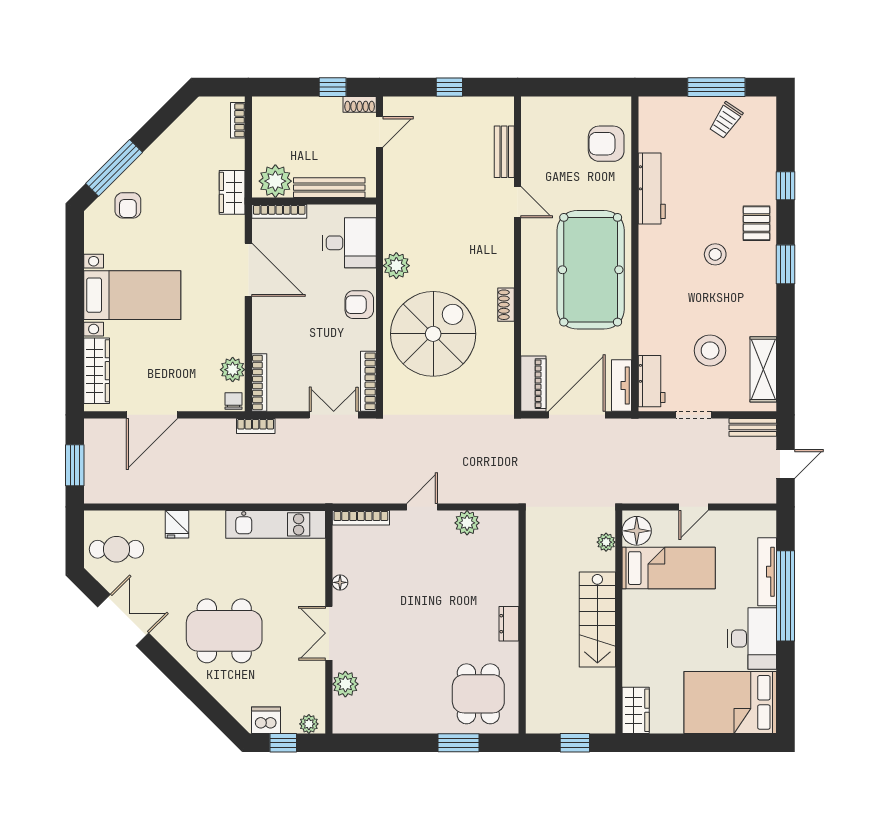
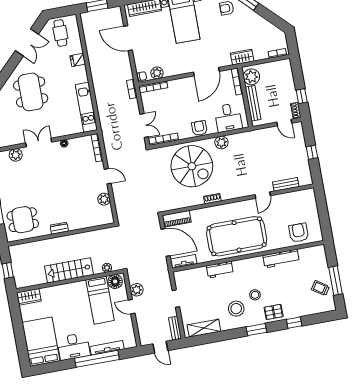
stool: (710, 351) -> (236, 309), moved
workbench: (652, 381) -> (220, 270), moved
plant: (661, 491) -> (137, 290), added

